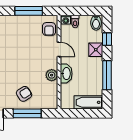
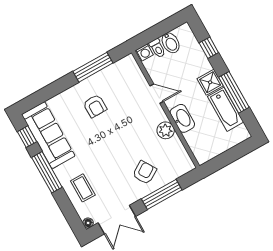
bidet: (96, 23) -> (171, 43), moved
armchair: (49, 29) -> (95, 106), moved
shower: (96, 50) -> (210, 82), moved
bathtub: (88, 102) -> (226, 109), moved, turned -90

